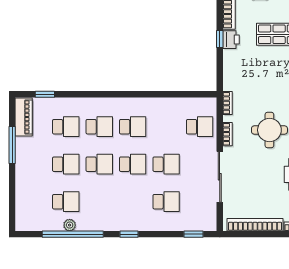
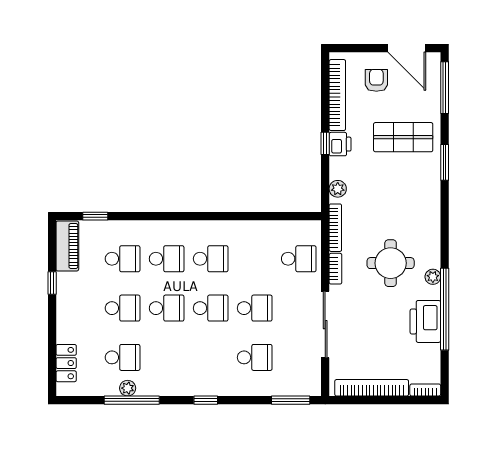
plant: (229, 74) -> (338, 189), added
bookcase: (227, 103) -> (335, 228), width x1.56
window: (12, 145) -> (52, 283), width x0.46
locker: (23, 206) -> (66, 363), added
window: (73, 234) -> (132, 400), width x0.68
window: (193, 234) -> (291, 400), width x1.50

